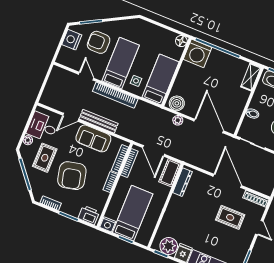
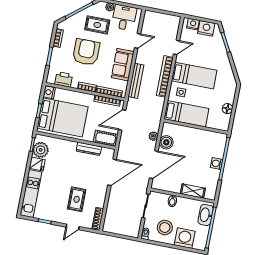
floor lamp: (181, 41) -> (227, 109), moved
armchair: (99, 42) -> (209, 53), removed
nightstand: (64, 53) -> (193, 24), added
washing machine: (198, 53) -> (217, 164), moved, width x0.53, depth x0.53
shelving: (251, 77) -> (193, 191), moved
boiler: (177, 103) -> (166, 142), moved
door: (71, 117) -> (138, 41), swing flipped
bench: (99, 121) -> (136, 81), moved
armchair: (72, 176) -> (86, 52), turned 103
door: (227, 181) -> (112, 172), moved
dresser: (182, 182) -> (89, 149), moved
bed: (133, 213) -> (62, 117), width x1.50
printer: (89, 215) -> (64, 79), moved, turned -90

